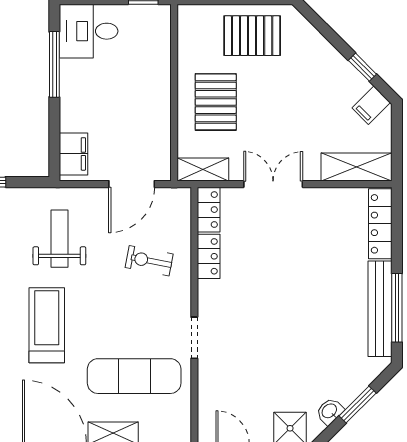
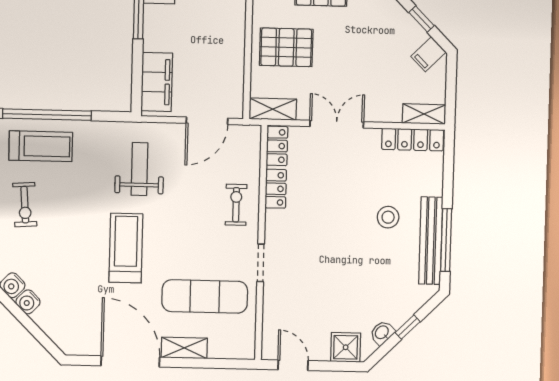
pallet: (216, 102) -> (286, 47), turned 90
filing cabinet: (73, 154) -> (157, 82), width x1.50, depth x1.17
shelving: (357, 167) -> (424, 114), width x0.67, depth x0.75
locker: (380, 224) -> (413, 140), moved, turned -90
exercise bike: (149, 261) -> (236, 205), moved, turned 79
stool: (332, 284) -> (388, 217), added
window: (358, 404) -> (408, 327), width x0.67

